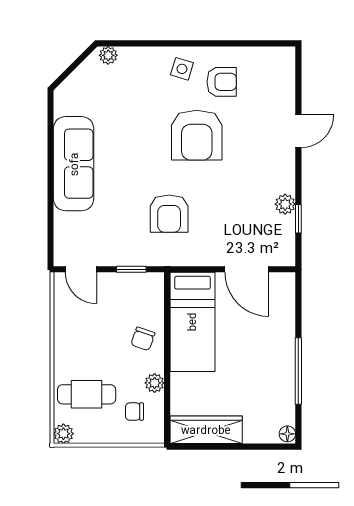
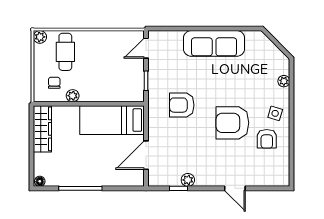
plant: (108, 55) -> (284, 81), moved
chair: (143, 339) -> (101, 88), removed

